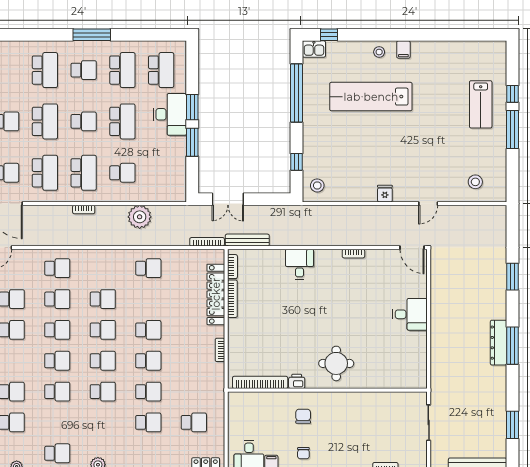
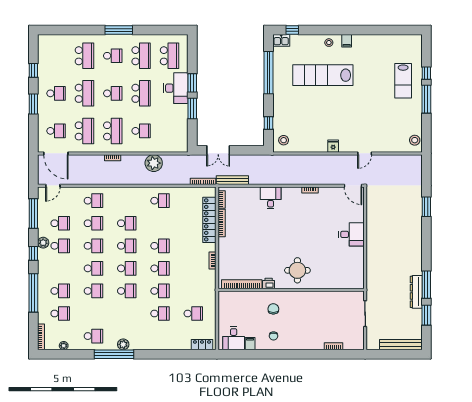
stool: (475, 182) -> (415, 140), moved
dresser: (498, 343) -> (416, 292), moved
window: (512, 346) -> (426, 285), moved

